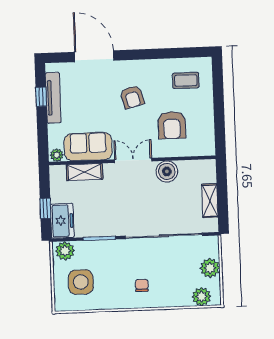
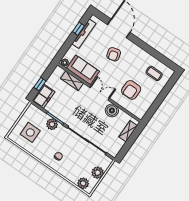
armchair: (132, 97) -> (114, 54), moved
shelving: (210, 201) -> (128, 131), moved
plant: (65, 251) -> (52, 124), moved

